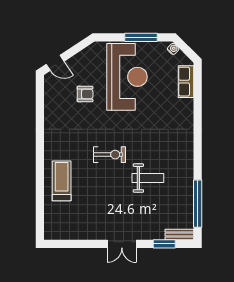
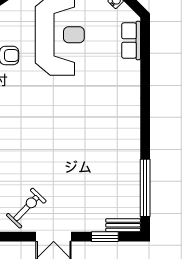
exercise bike: (109, 155) -> (26, 208), moved, turned -46
weight bench: (148, 178) -> (85, 157), removed

